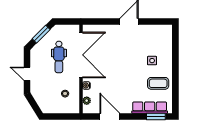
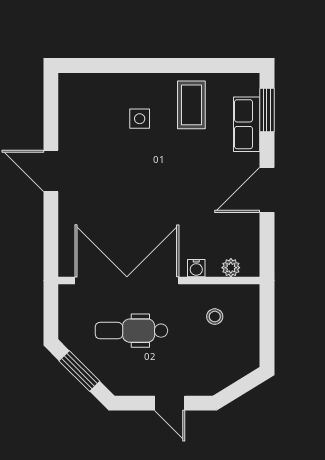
dental chair: (59, 57) -> (131, 331), turned 180
door: (27, 74) -> (170, 403), hinge flipped
row of seats: (150, 108) -> (247, 124), width x0.68
door: (110, 117) -> (267, 190), moved

